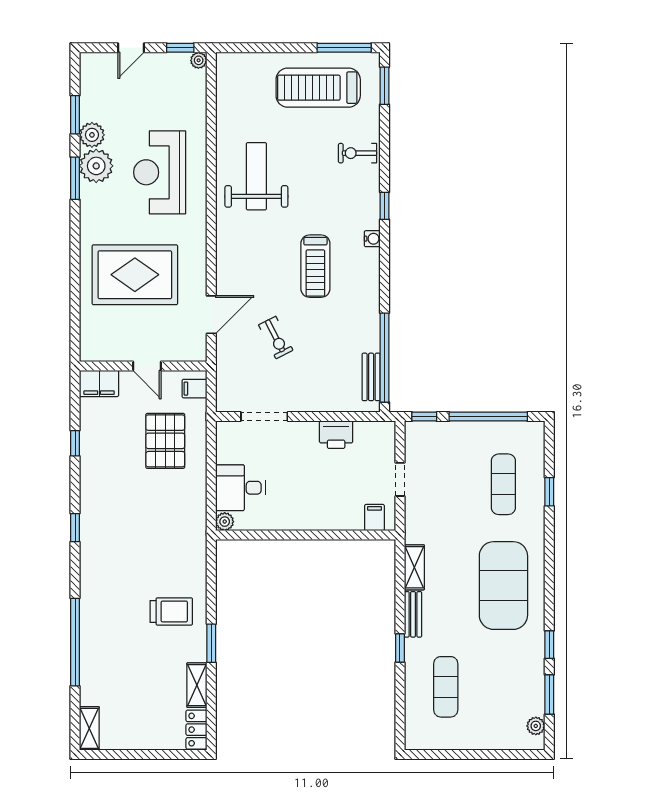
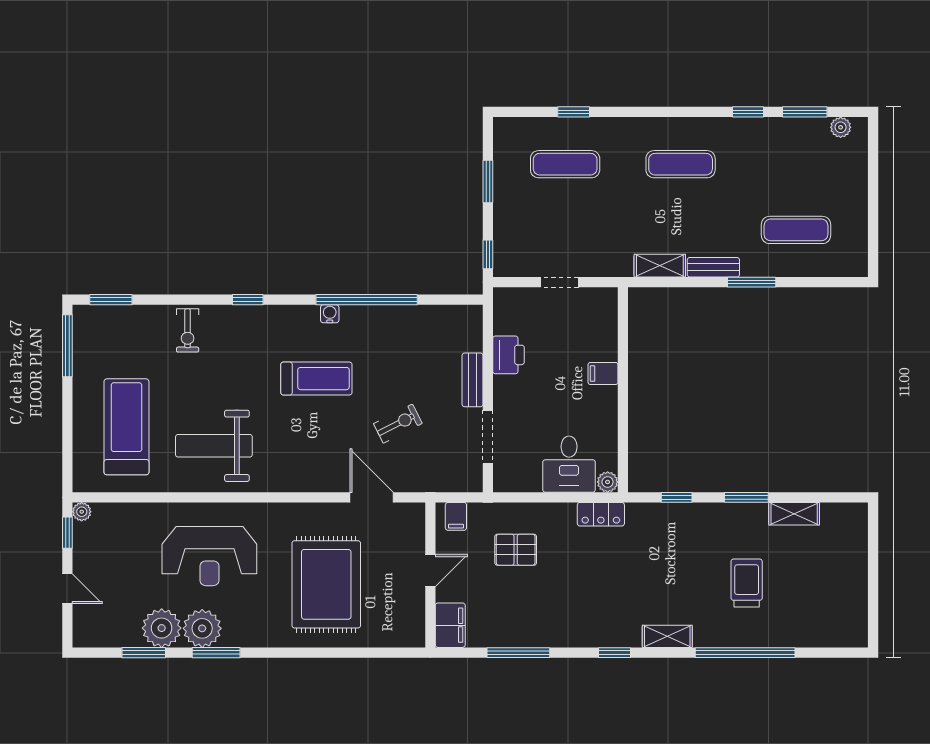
treadmill: (318, 88) -> (126, 427), moved, turned 180
plant: (92, 135) -> (162, 628), width x1.36, depth x1.36
water cooler: (372, 239) -> (330, 314), moved
window: (385, 358) -> (367, 300), moved
bench: (371, 377) -> (472, 380), moved, turned 90
window: (488, 417) -> (488, 181), width x0.47
pallet: (165, 441) -> (516, 550), width x0.67, depth x0.71
window: (75, 443) -> (518, 653), width x2.17
filing cabinet: (374, 518) -> (603, 374), moved
window: (211, 582) -> (677, 497), added
exercise mat: (503, 586) -> (681, 164), width x0.50, depth x0.69
trolley: (171, 611) -> (747, 583), moved
window: (400, 648) -> (752, 282), width x1.50
shelving: (89, 728) -> (667, 636), moved
locker: (196, 730) -> (601, 514), moved

